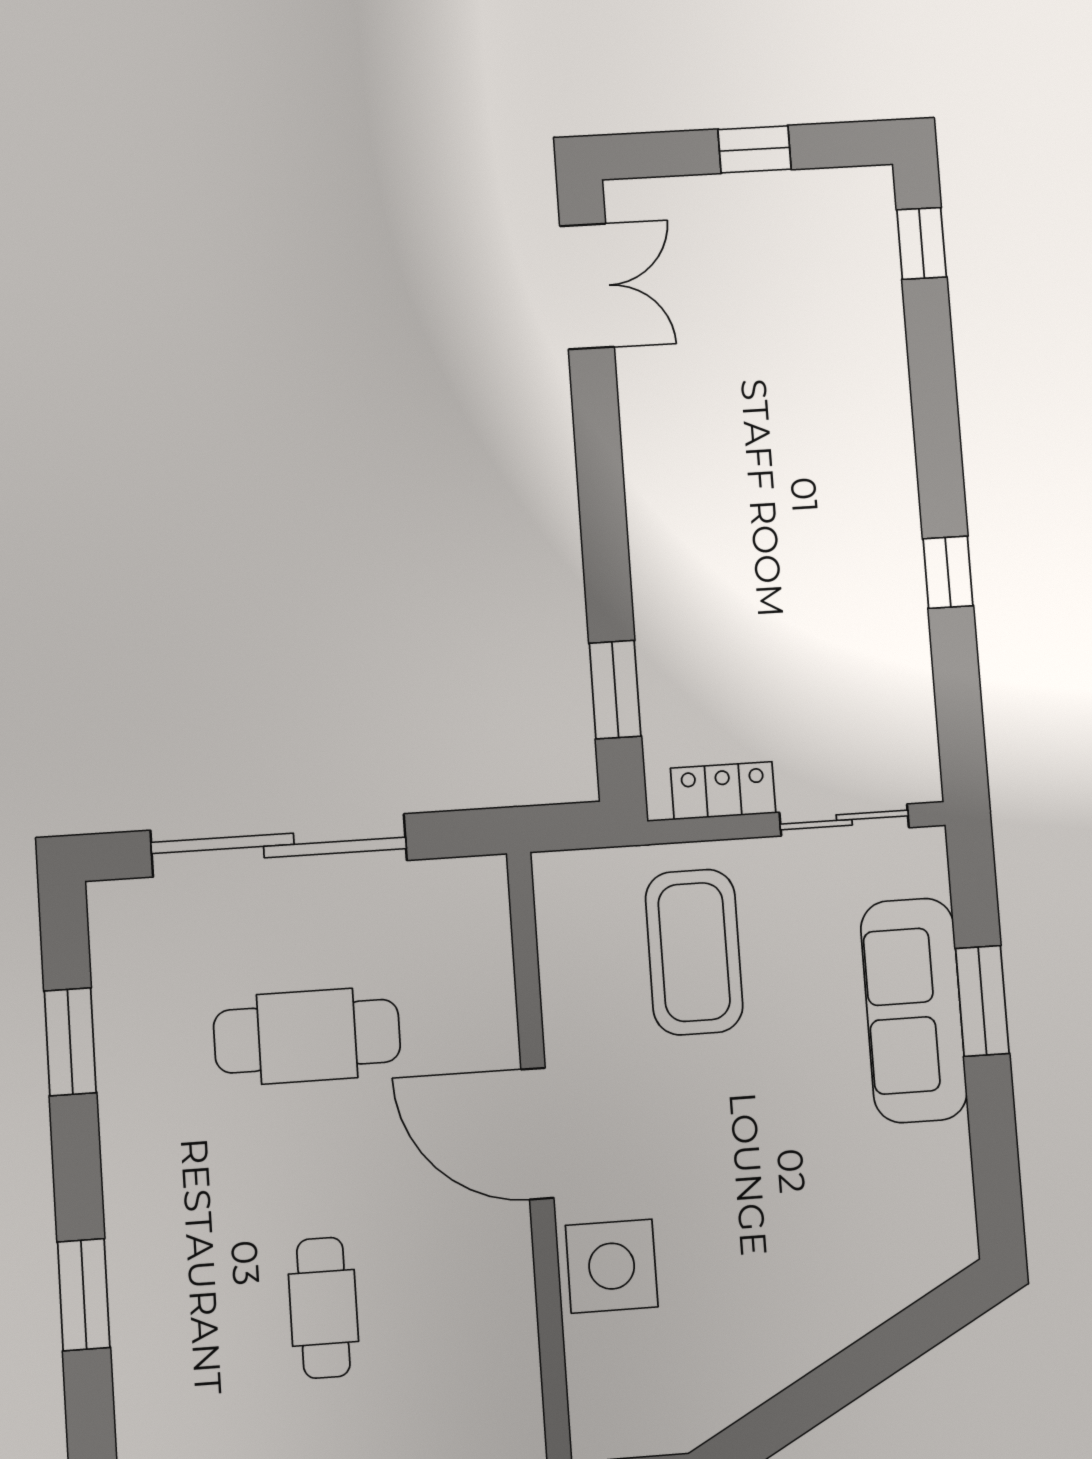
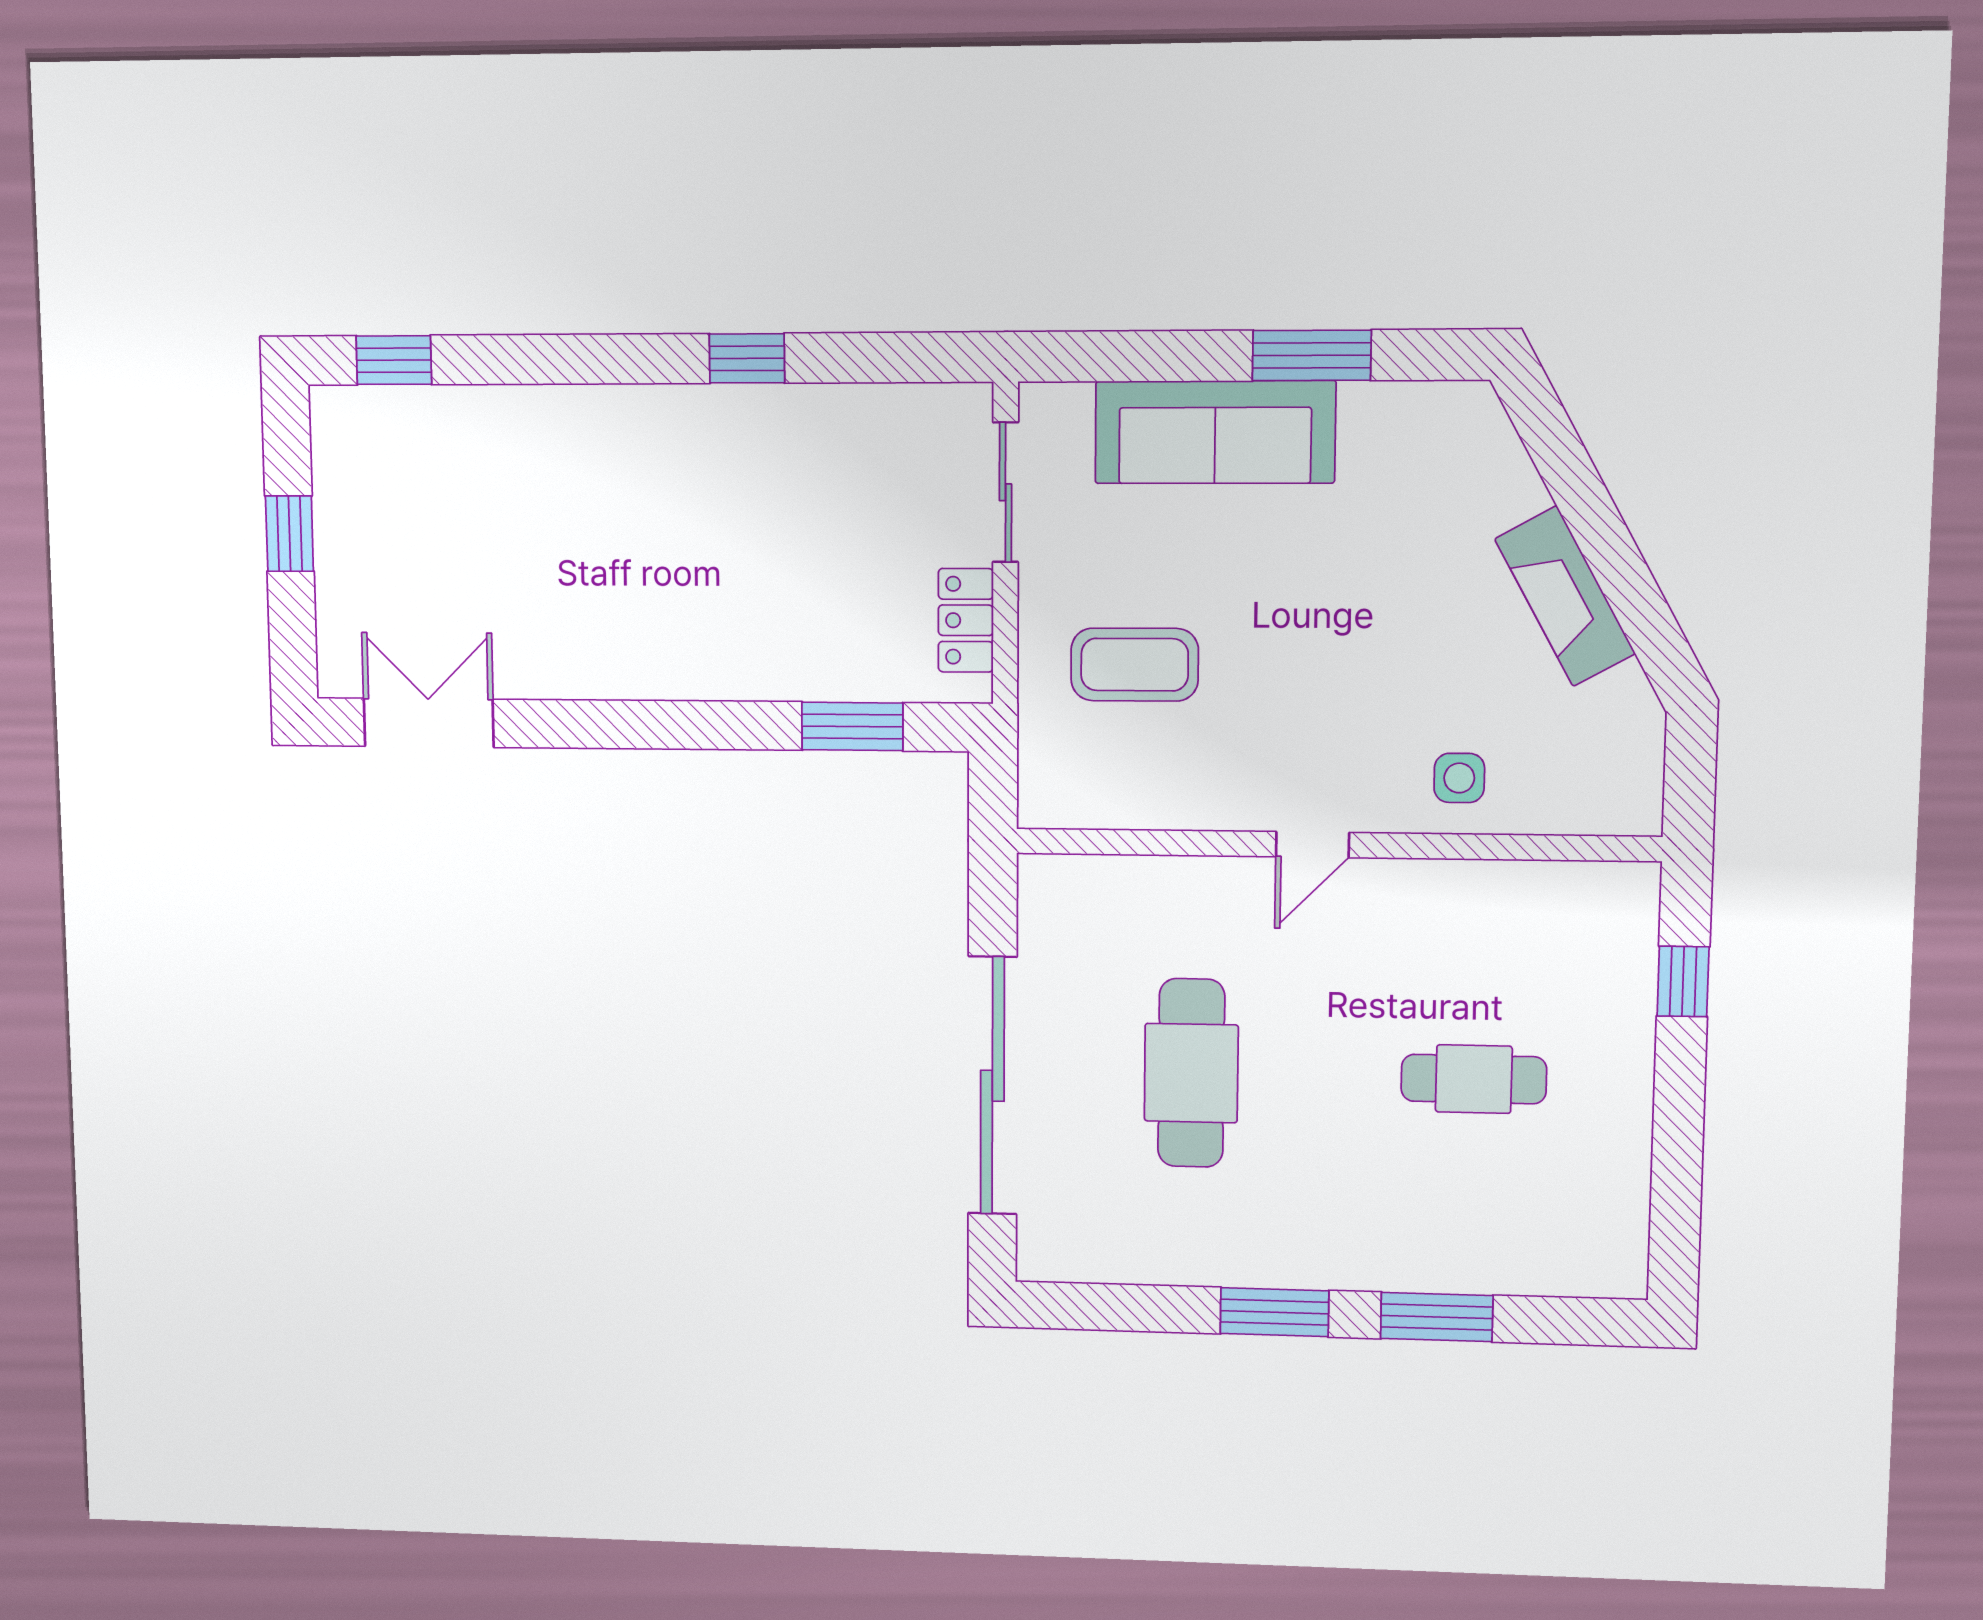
coffee table: (694, 952) -> (1135, 665), width x0.73, depth x0.76
window: (982, 1001) -> (1312, 355), moved
window: (70, 1042) -> (1274, 1312), moved
door: (537, 1134) -> (1312, 845), width x0.53
side table: (612, 1266) -> (1459, 778), width x0.54, depth x0.54
fireplace: (789, 1348) -> (1565, 596), added

